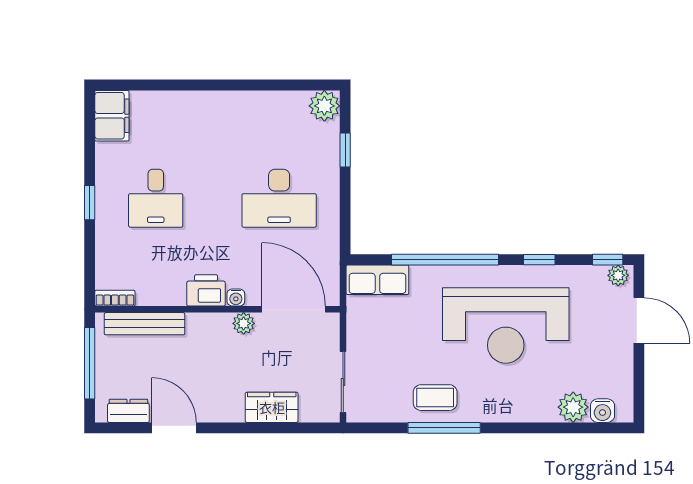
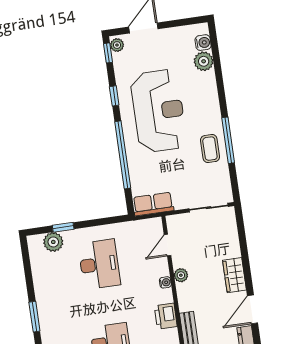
window: (212, 85) -> (34, 317), added
plant: (324, 106) -> (53, 242), moved
row of seats: (377, 280) -> (153, 204), moved, turned -90
printer: (206, 290) -> (166, 316), moved
door: (294, 309) -> (167, 245), width x0.53
wardrobe: (272, 407) -> (234, 275), moved

